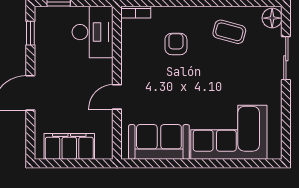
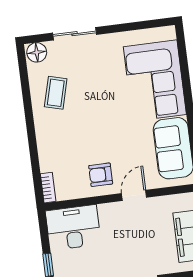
armchair: (176, 44) -> (101, 175), moved
door: (117, 97) -> (134, 195), swing flipped

